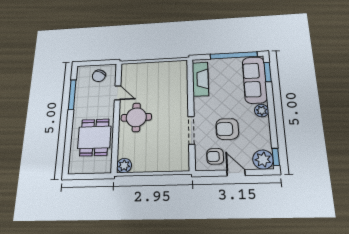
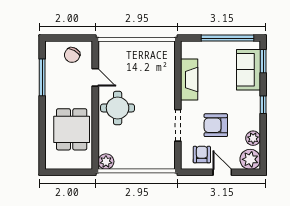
fireplace: (200, 79) -> (189, 80), moved
sofa: (255, 80) -> (249, 70), width x0.73
plant: (262, 111) -> (253, 138), moved
armchair: (215, 156) -> (202, 155), turned 90
window: (276, 157) -> (263, 105), moved

